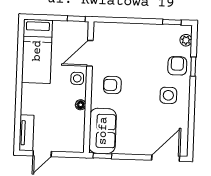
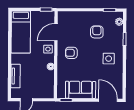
armchair: (177, 66) -> (97, 32), moved
sofa: (103, 131) -> (81, 90), moved, turned -90
tv unit: (27, 133) -> (16, 76), moved
door: (166, 158) -> (108, 100), hinge flipped

